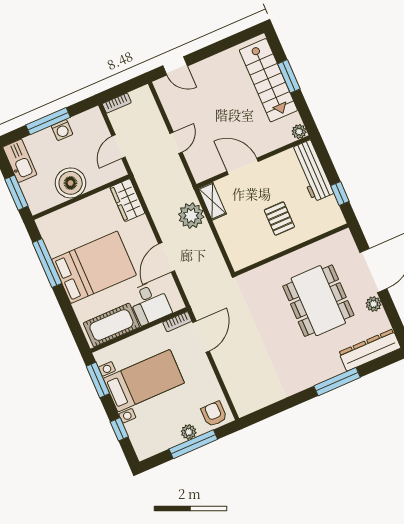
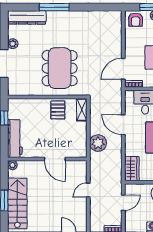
shelving: (212, 201) -> (82, 110), moved
pallet: (279, 219) -> (58, 110), moved
door: (167, 257) -> (123, 125), swing flipped
dining table: (318, 301) -> (60, 68), moved

